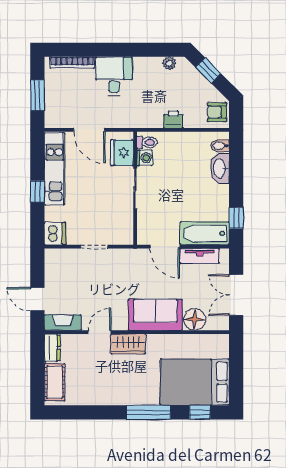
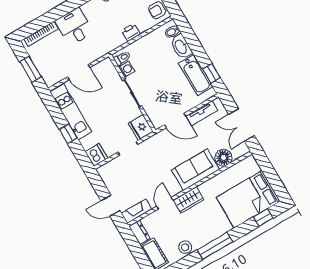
fridge: (122, 153) -> (141, 127), moved
bathtub: (205, 233) -> (196, 75), moved, turned -90
stool: (93, 394) -> (185, 247), added
window: (148, 412) -> (215, 246), moved

